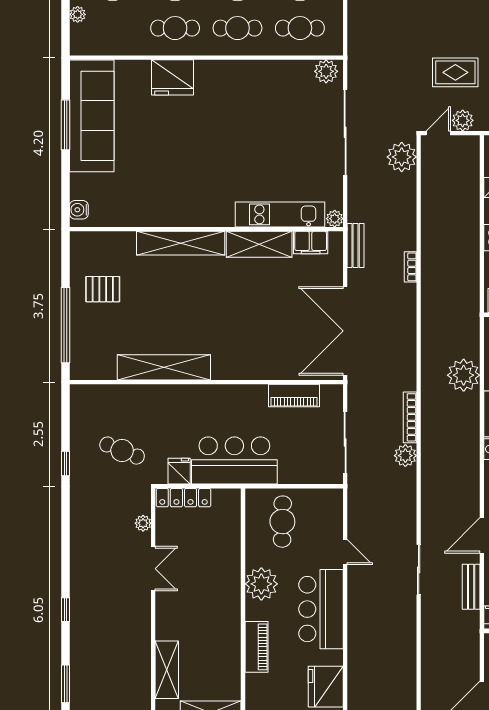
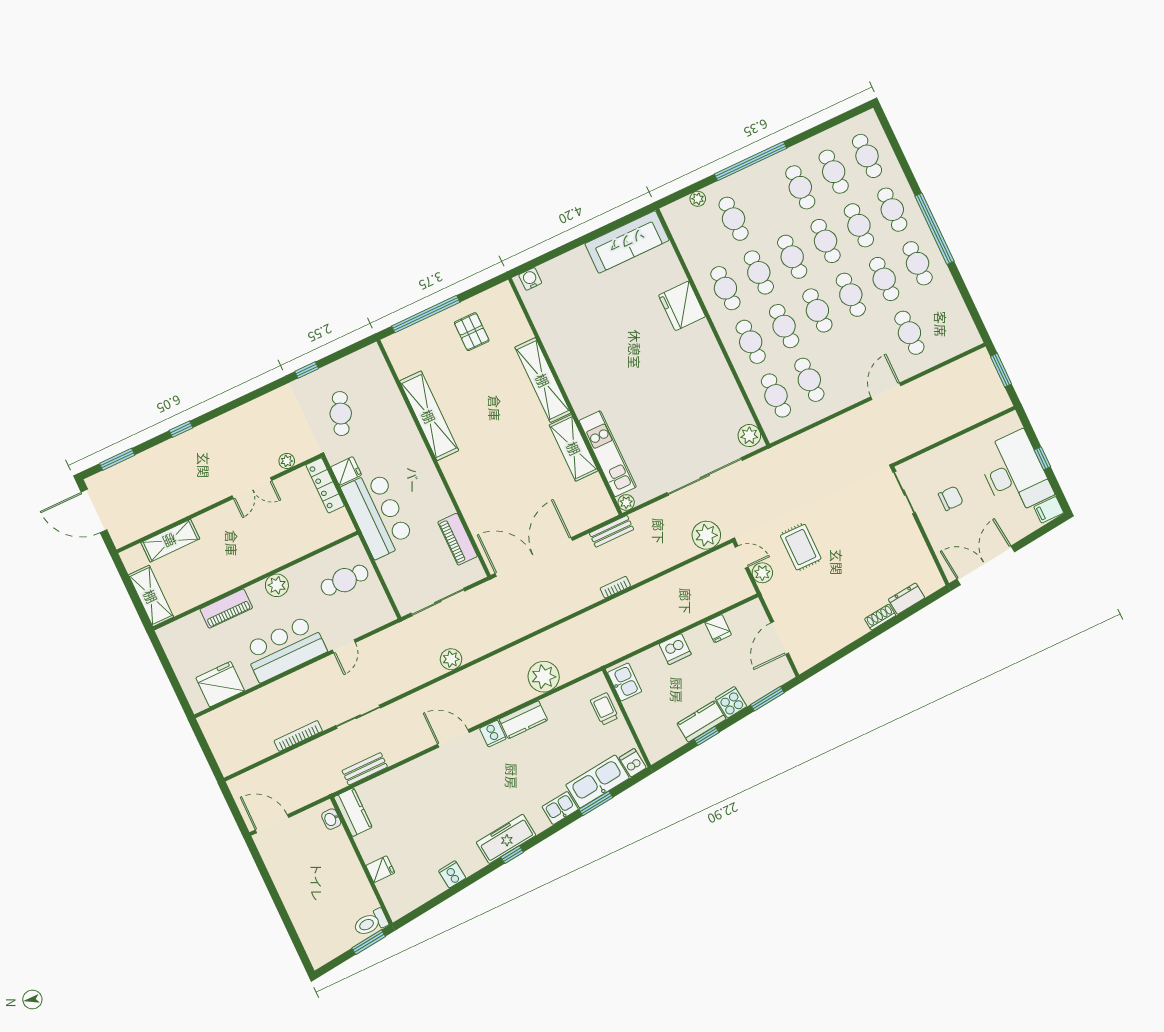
sofa: (92, 116) -> (627, 242), width x0.74, depth x0.79
window: (65, 125) -> (598, 233), removed
filing cabinet: (311, 242) -> (596, 491), removed
bookcase: (410, 417) -> (298, 736), moved
door: (482, 535) -> (453, 738), moved
plant: (261, 584) -> (277, 585), width x0.73, depth x0.73

